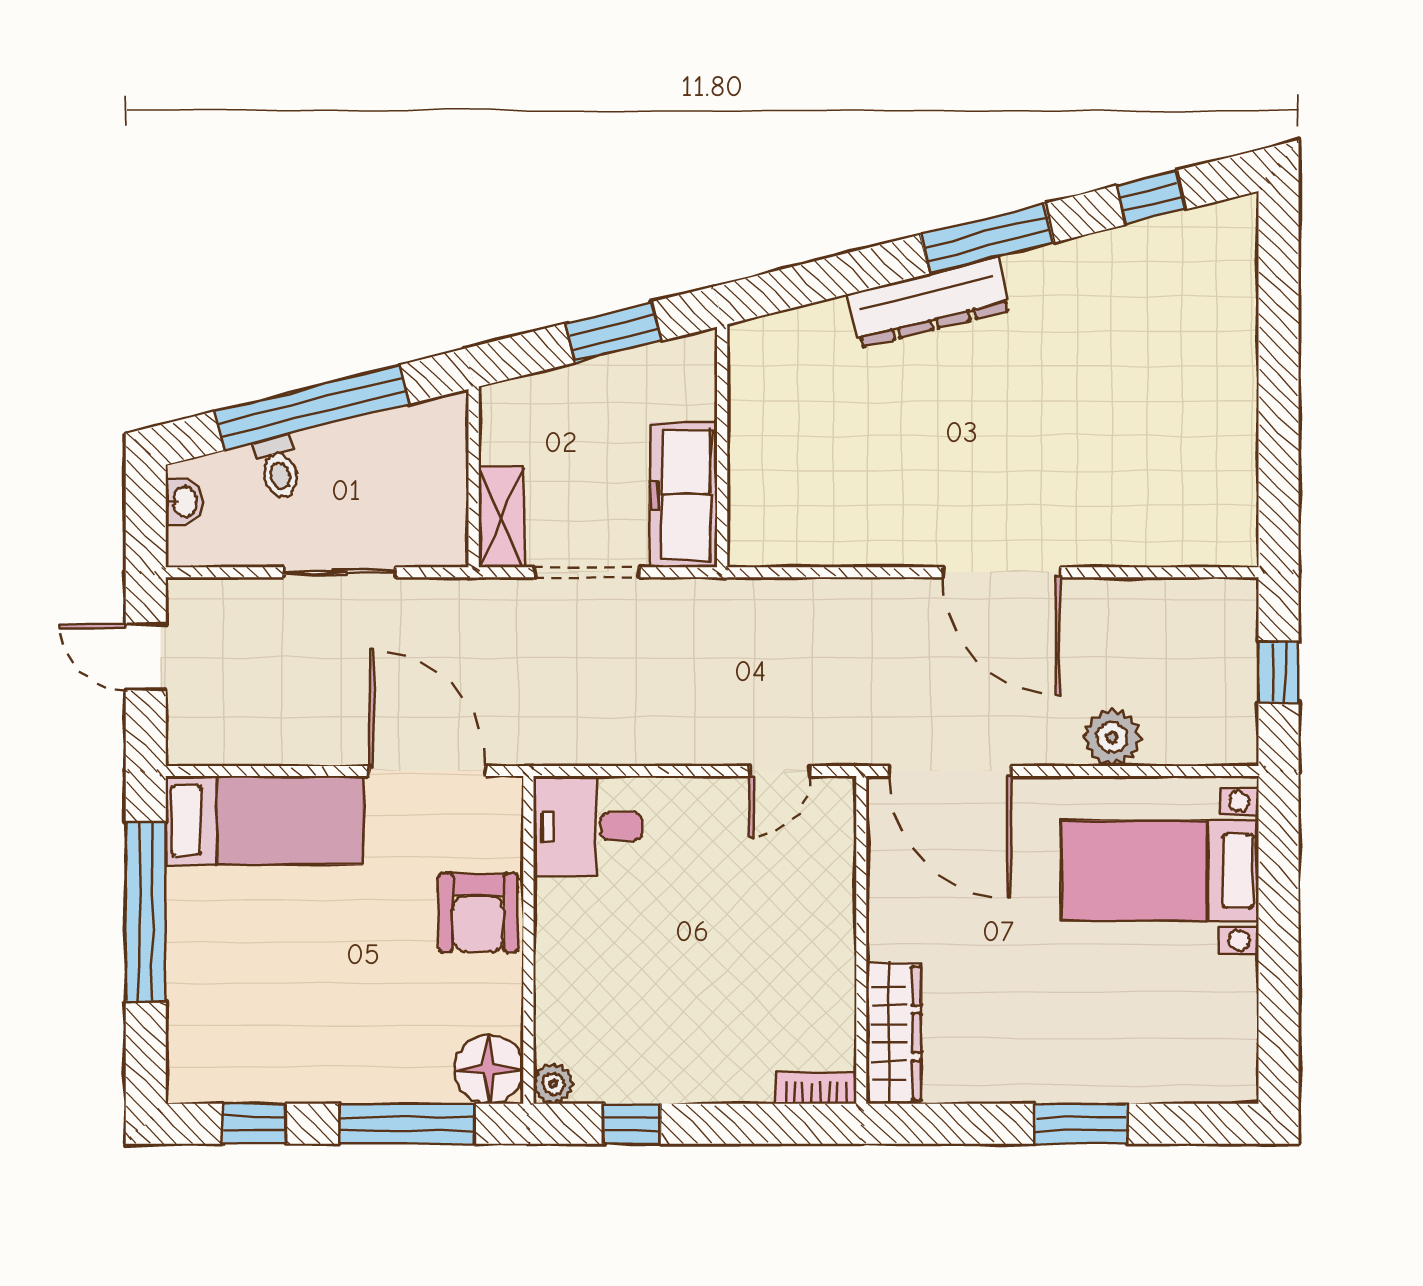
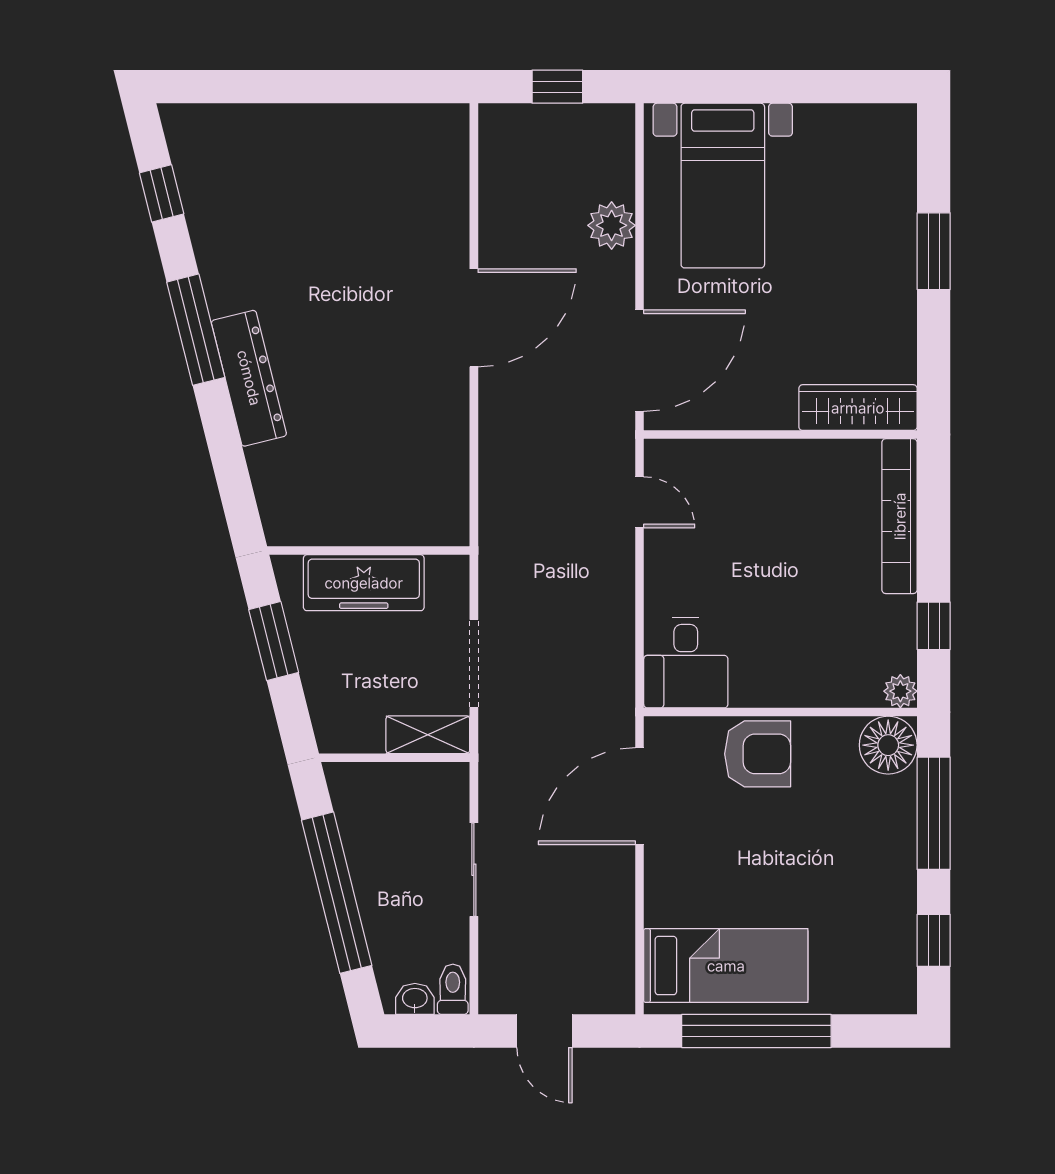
toilet: (278, 468) -> (453, 989), moved, turned -76
freezer: (684, 495) -> (364, 583), moved
door: (146, 657) -> (545, 1031), hinge flipped
bed: (264, 820) -> (726, 966), moved, turned 90
bookcase: (816, 1088) -> (900, 516), width x2.31, depth x1.31

